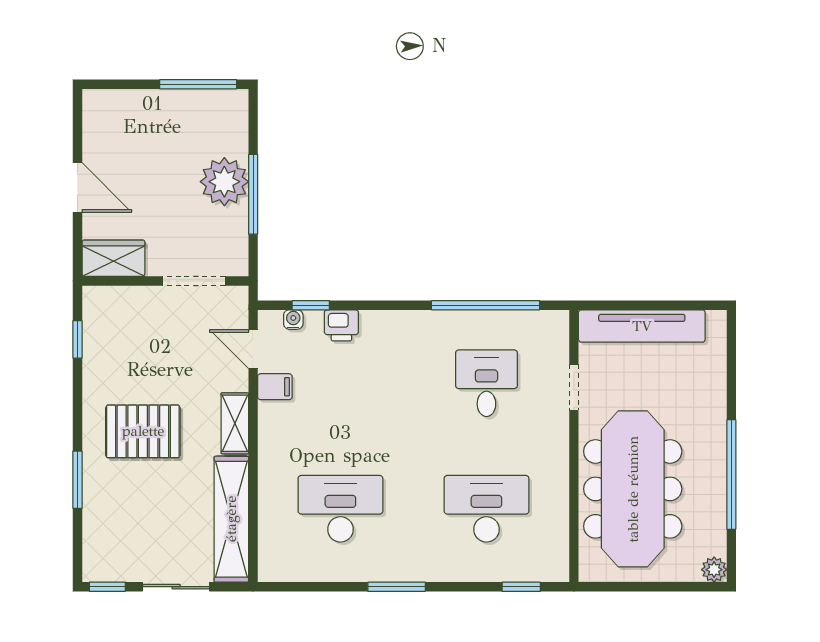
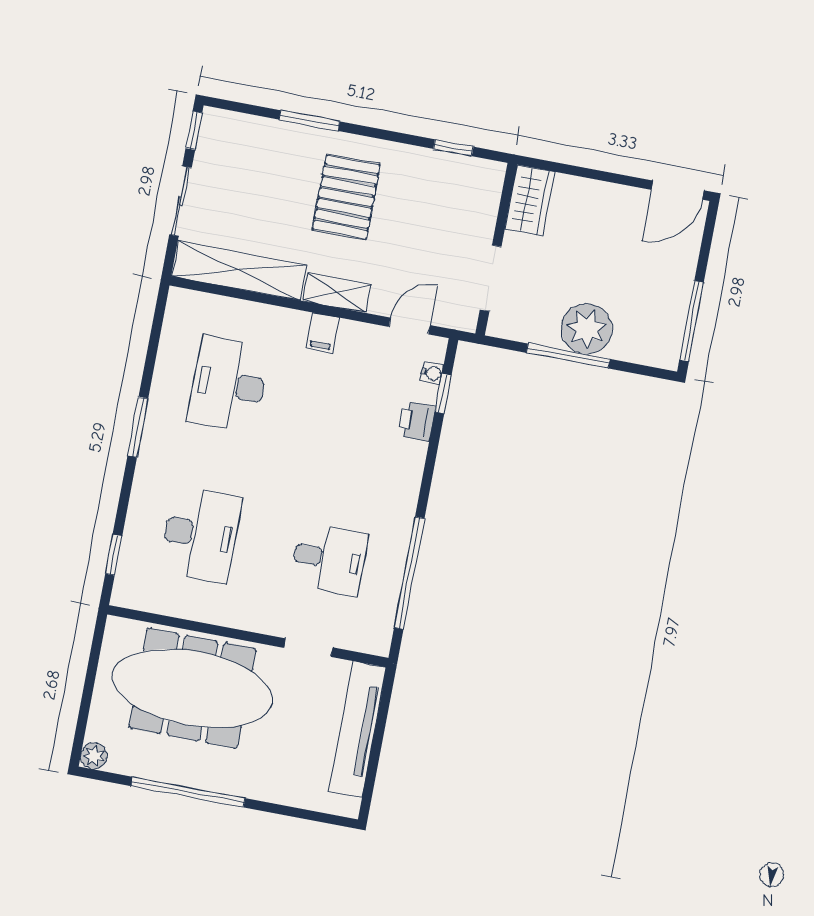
door: (77, 188) -> (678, 190), moved
filing cabinet: (275, 387) -> (322, 333), moved
desk: (340, 509) -> (229, 385), turned 180

